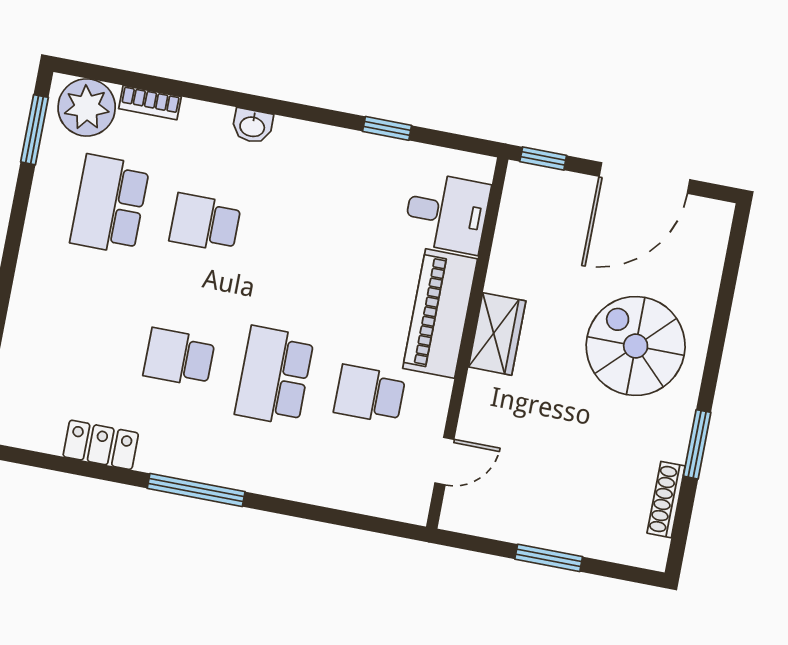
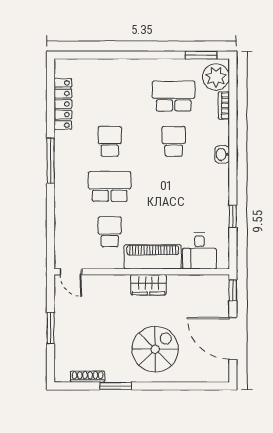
locker: (101, 445) -> (63, 104), width x1.53
door: (444, 461) -> (71, 272), moved

